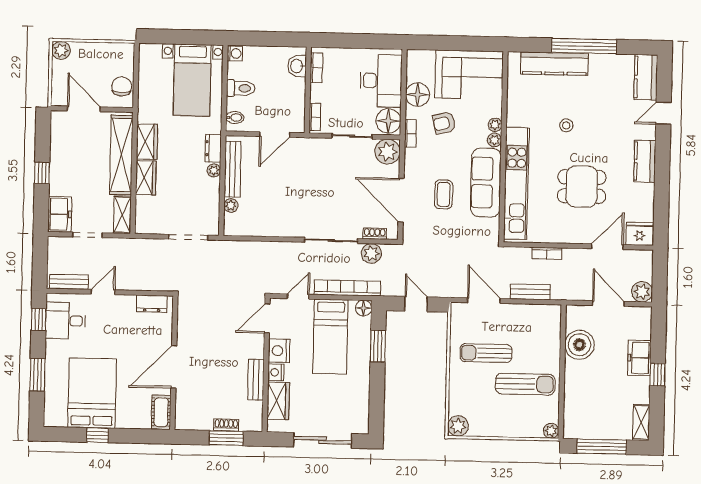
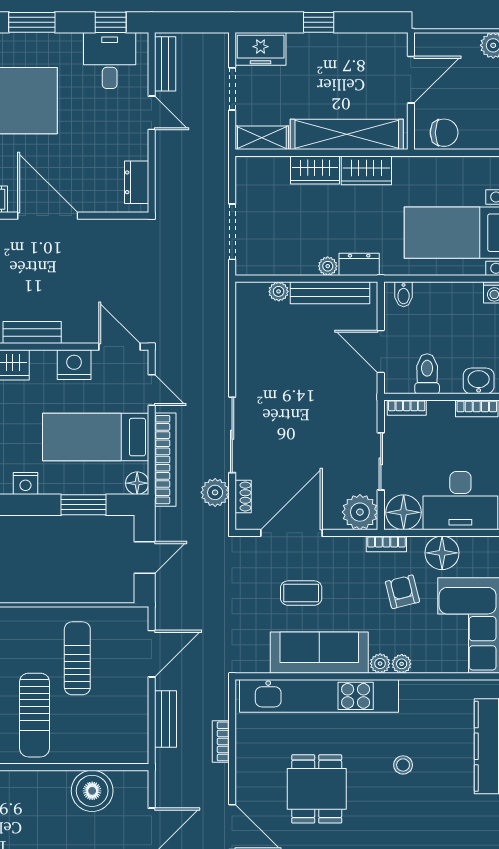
toilet: (241, 88) -> (427, 374), moved, turned 180
nightstand: (276, 372) -> (25, 484), moved, turned 180

